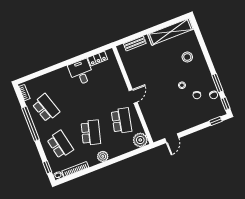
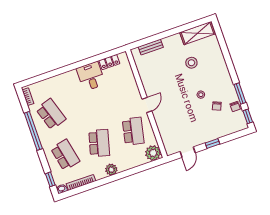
shelving: (170, 32) -> (197, 33), width x0.68
stool: (187, 57) -> (191, 63), moved
window: (216, 121) -> (212, 144), moved

